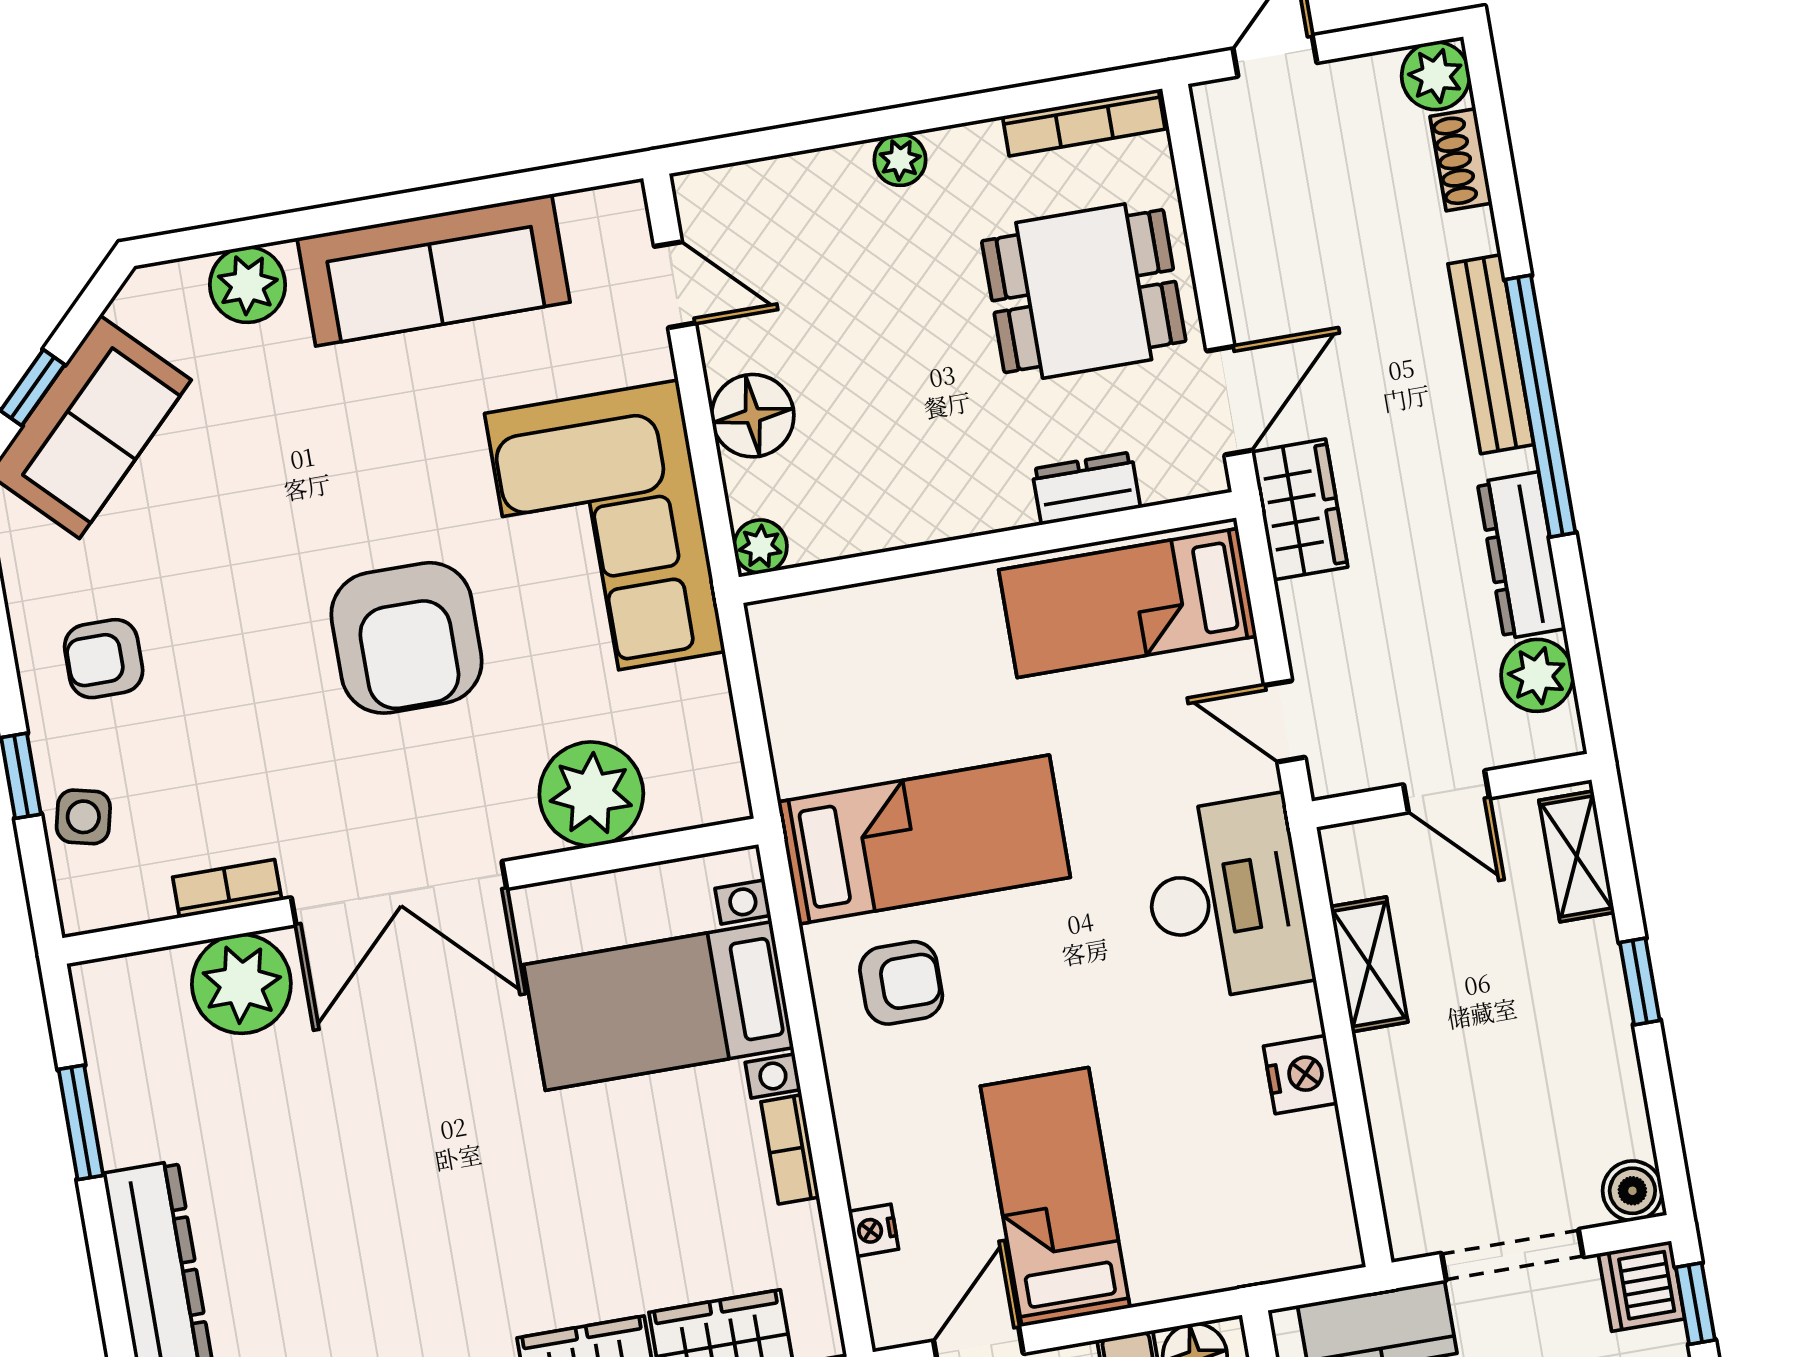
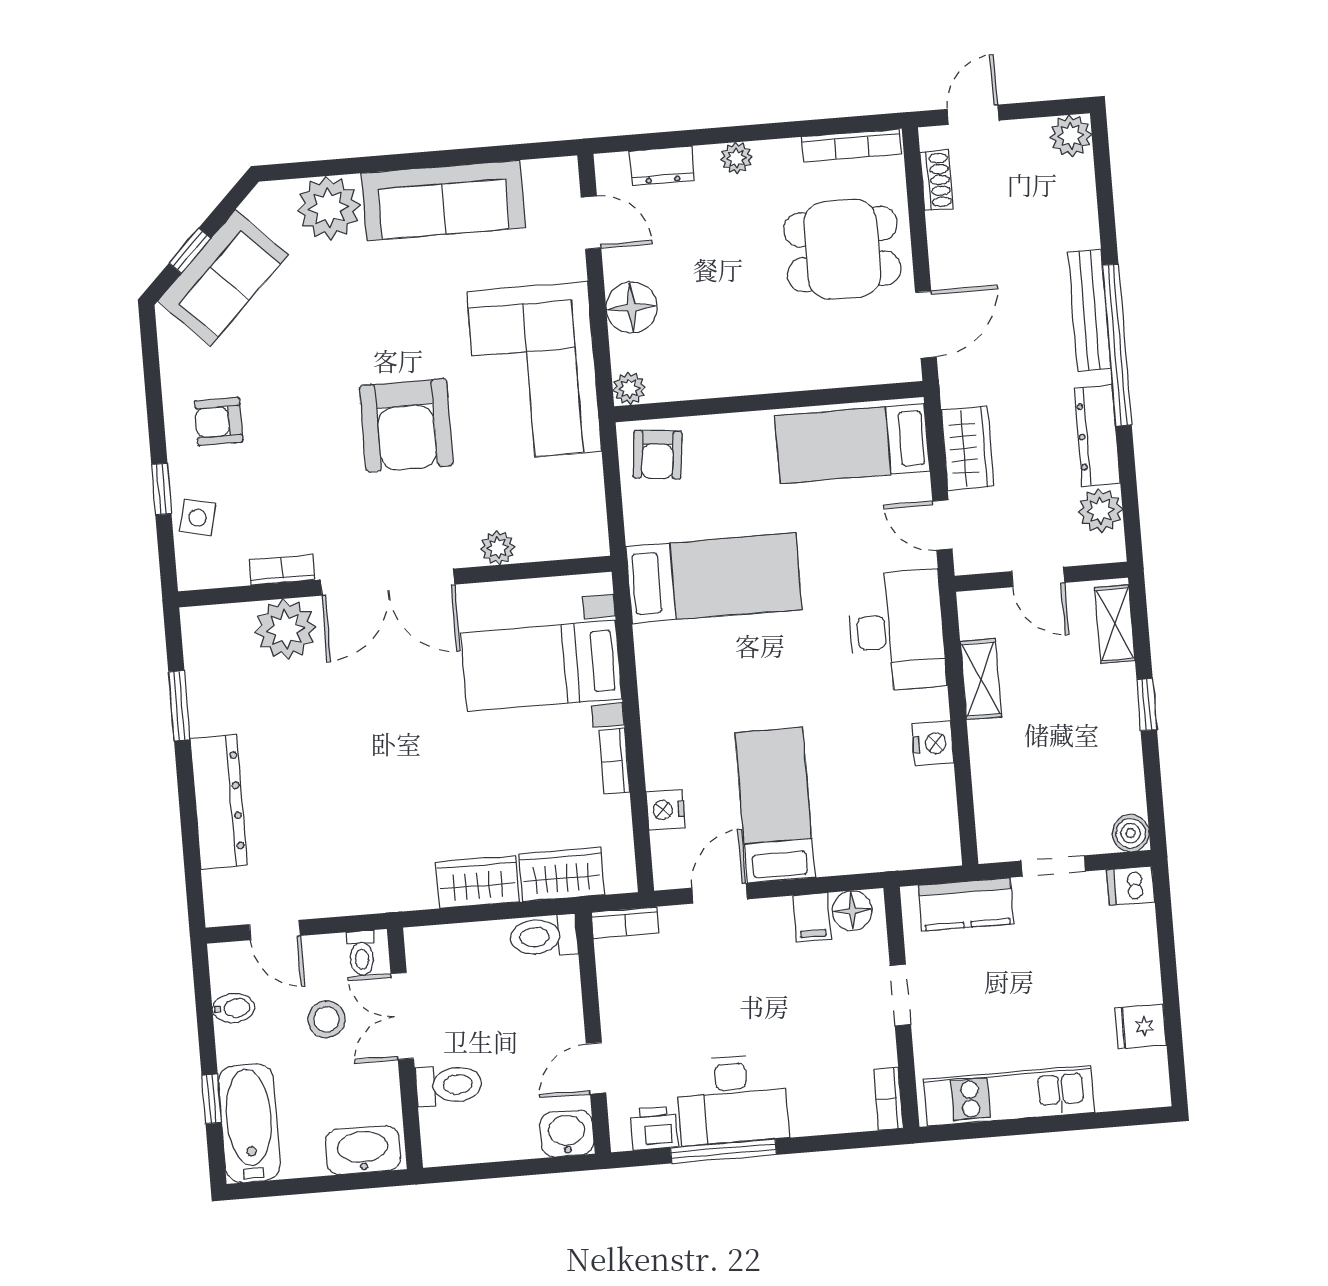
shoe rack: (1461, 160) -> (937, 180), moved, turned 180
plant: (248, 285) -> (329, 208), width x1.36, depth x1.36
dresser: (1086, 488) -> (662, 166), moved, turned 180
wardrobe: (1300, 509) -> (968, 448), moved
plant: (591, 794) -> (498, 548), width x0.53, depth x0.53
armchair: (901, 983) -> (657, 455), moved, turned 96
nightstand: (874, 1230) -> (666, 810), width x1.39, depth x1.35
doorway: (1512, 1255) -> (1053, 866), width x0.73
dishwasher: (1642, 1286) -> (1130, 886), width x0.73
window: (1695, 1304) -> (1163, 906), removed

